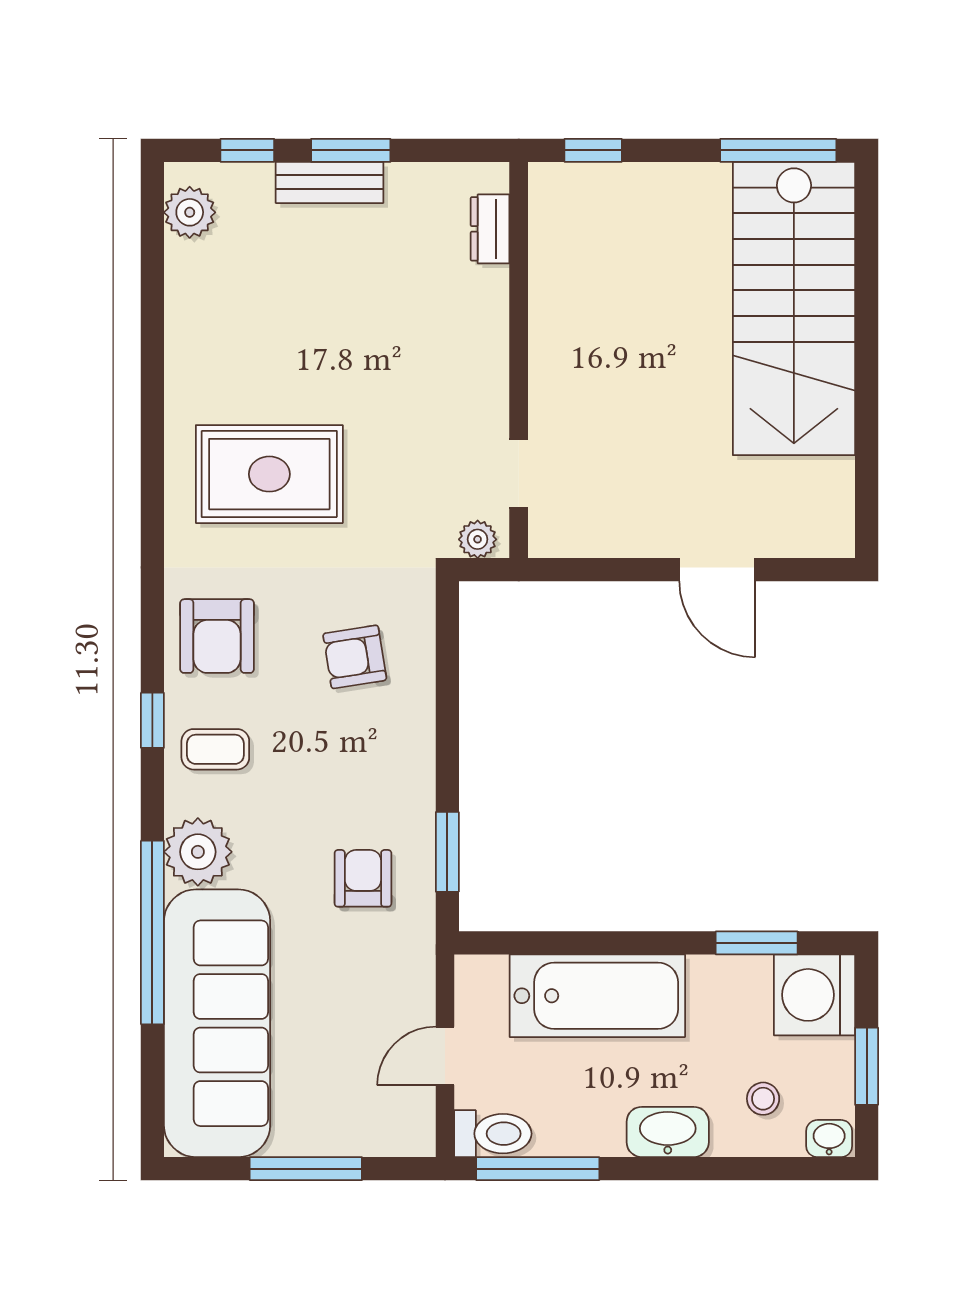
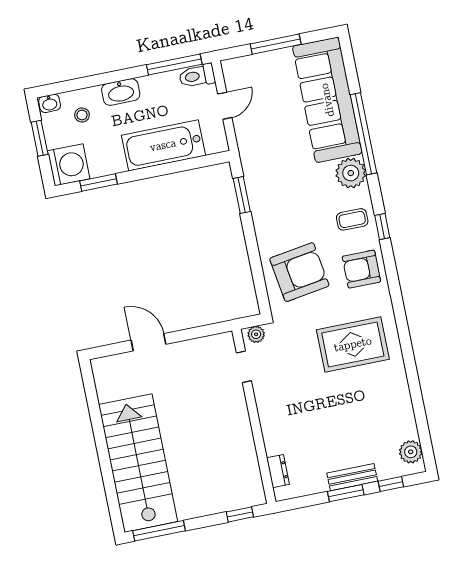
armchair: (217, 636) -> (361, 269), turned -90
armchair: (355, 657) -> (299, 272), width x1.88, depth x1.88
armchair: (363, 878) -> (276, 176), removed

